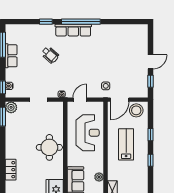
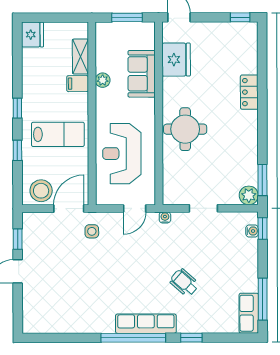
row of seats: (11, 56) -> (249, 313), moved
lab bench: (126, 144) -> (58, 134), turned -90
filing cabinet: (114, 175) -> (78, 84), added

